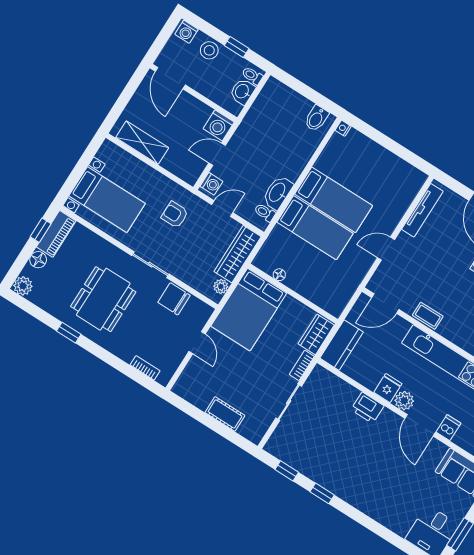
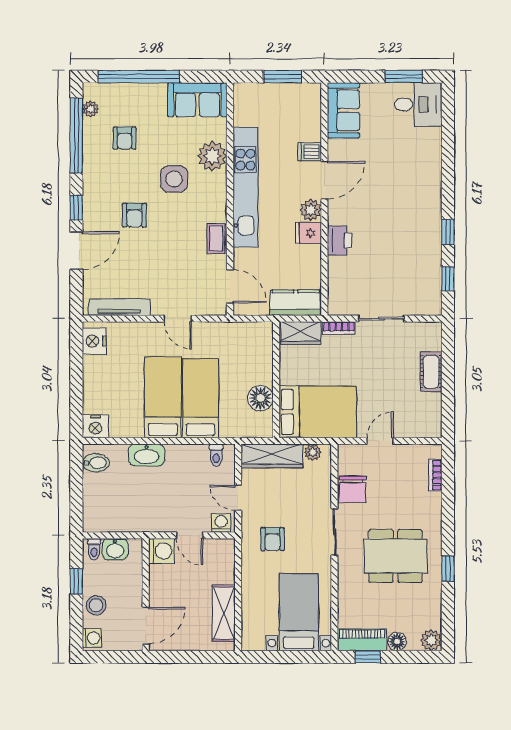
nightstand: (343, 128) -> (95, 426), width x1.89, depth x1.79
nightstand: (409, 175) -> (94, 341), added
washbasin: (278, 193) -> (147, 455), moved
floor lamp: (279, 275) -> (260, 398), width x1.89, depth x1.89

